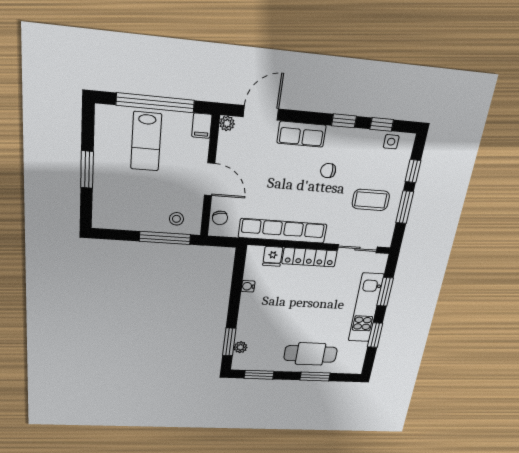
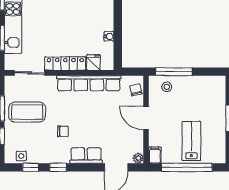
coffee table: (371, 200) -> (27, 112), width x1.36, depth x1.32

